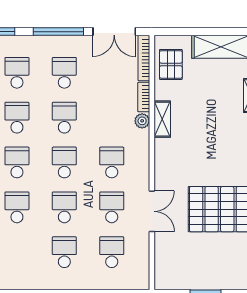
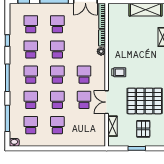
pallet: (171, 64) -> (143, 129), moved
shelving: (162, 119) -> (112, 126), moved
trolley: (173, 158) -> (119, 72), added
double door: (152, 211) -> (107, 102), swing flipped
school desk: (112, 252) -> (31, 125), moved

